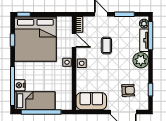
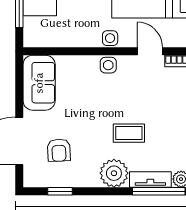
door: (74, 41) -> (150, 51), swing flipped
coffee table: (106, 45) -> (129, 133), moved

